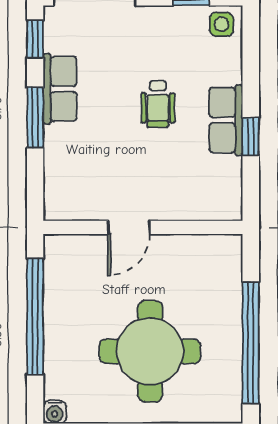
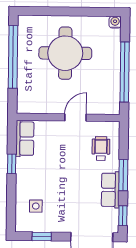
side table: (222, 24) -> (36, 206), moved
wheelchair: (158, 104) -> (101, 149), moved
row of seats: (226, 120) -> (25, 139), moved

